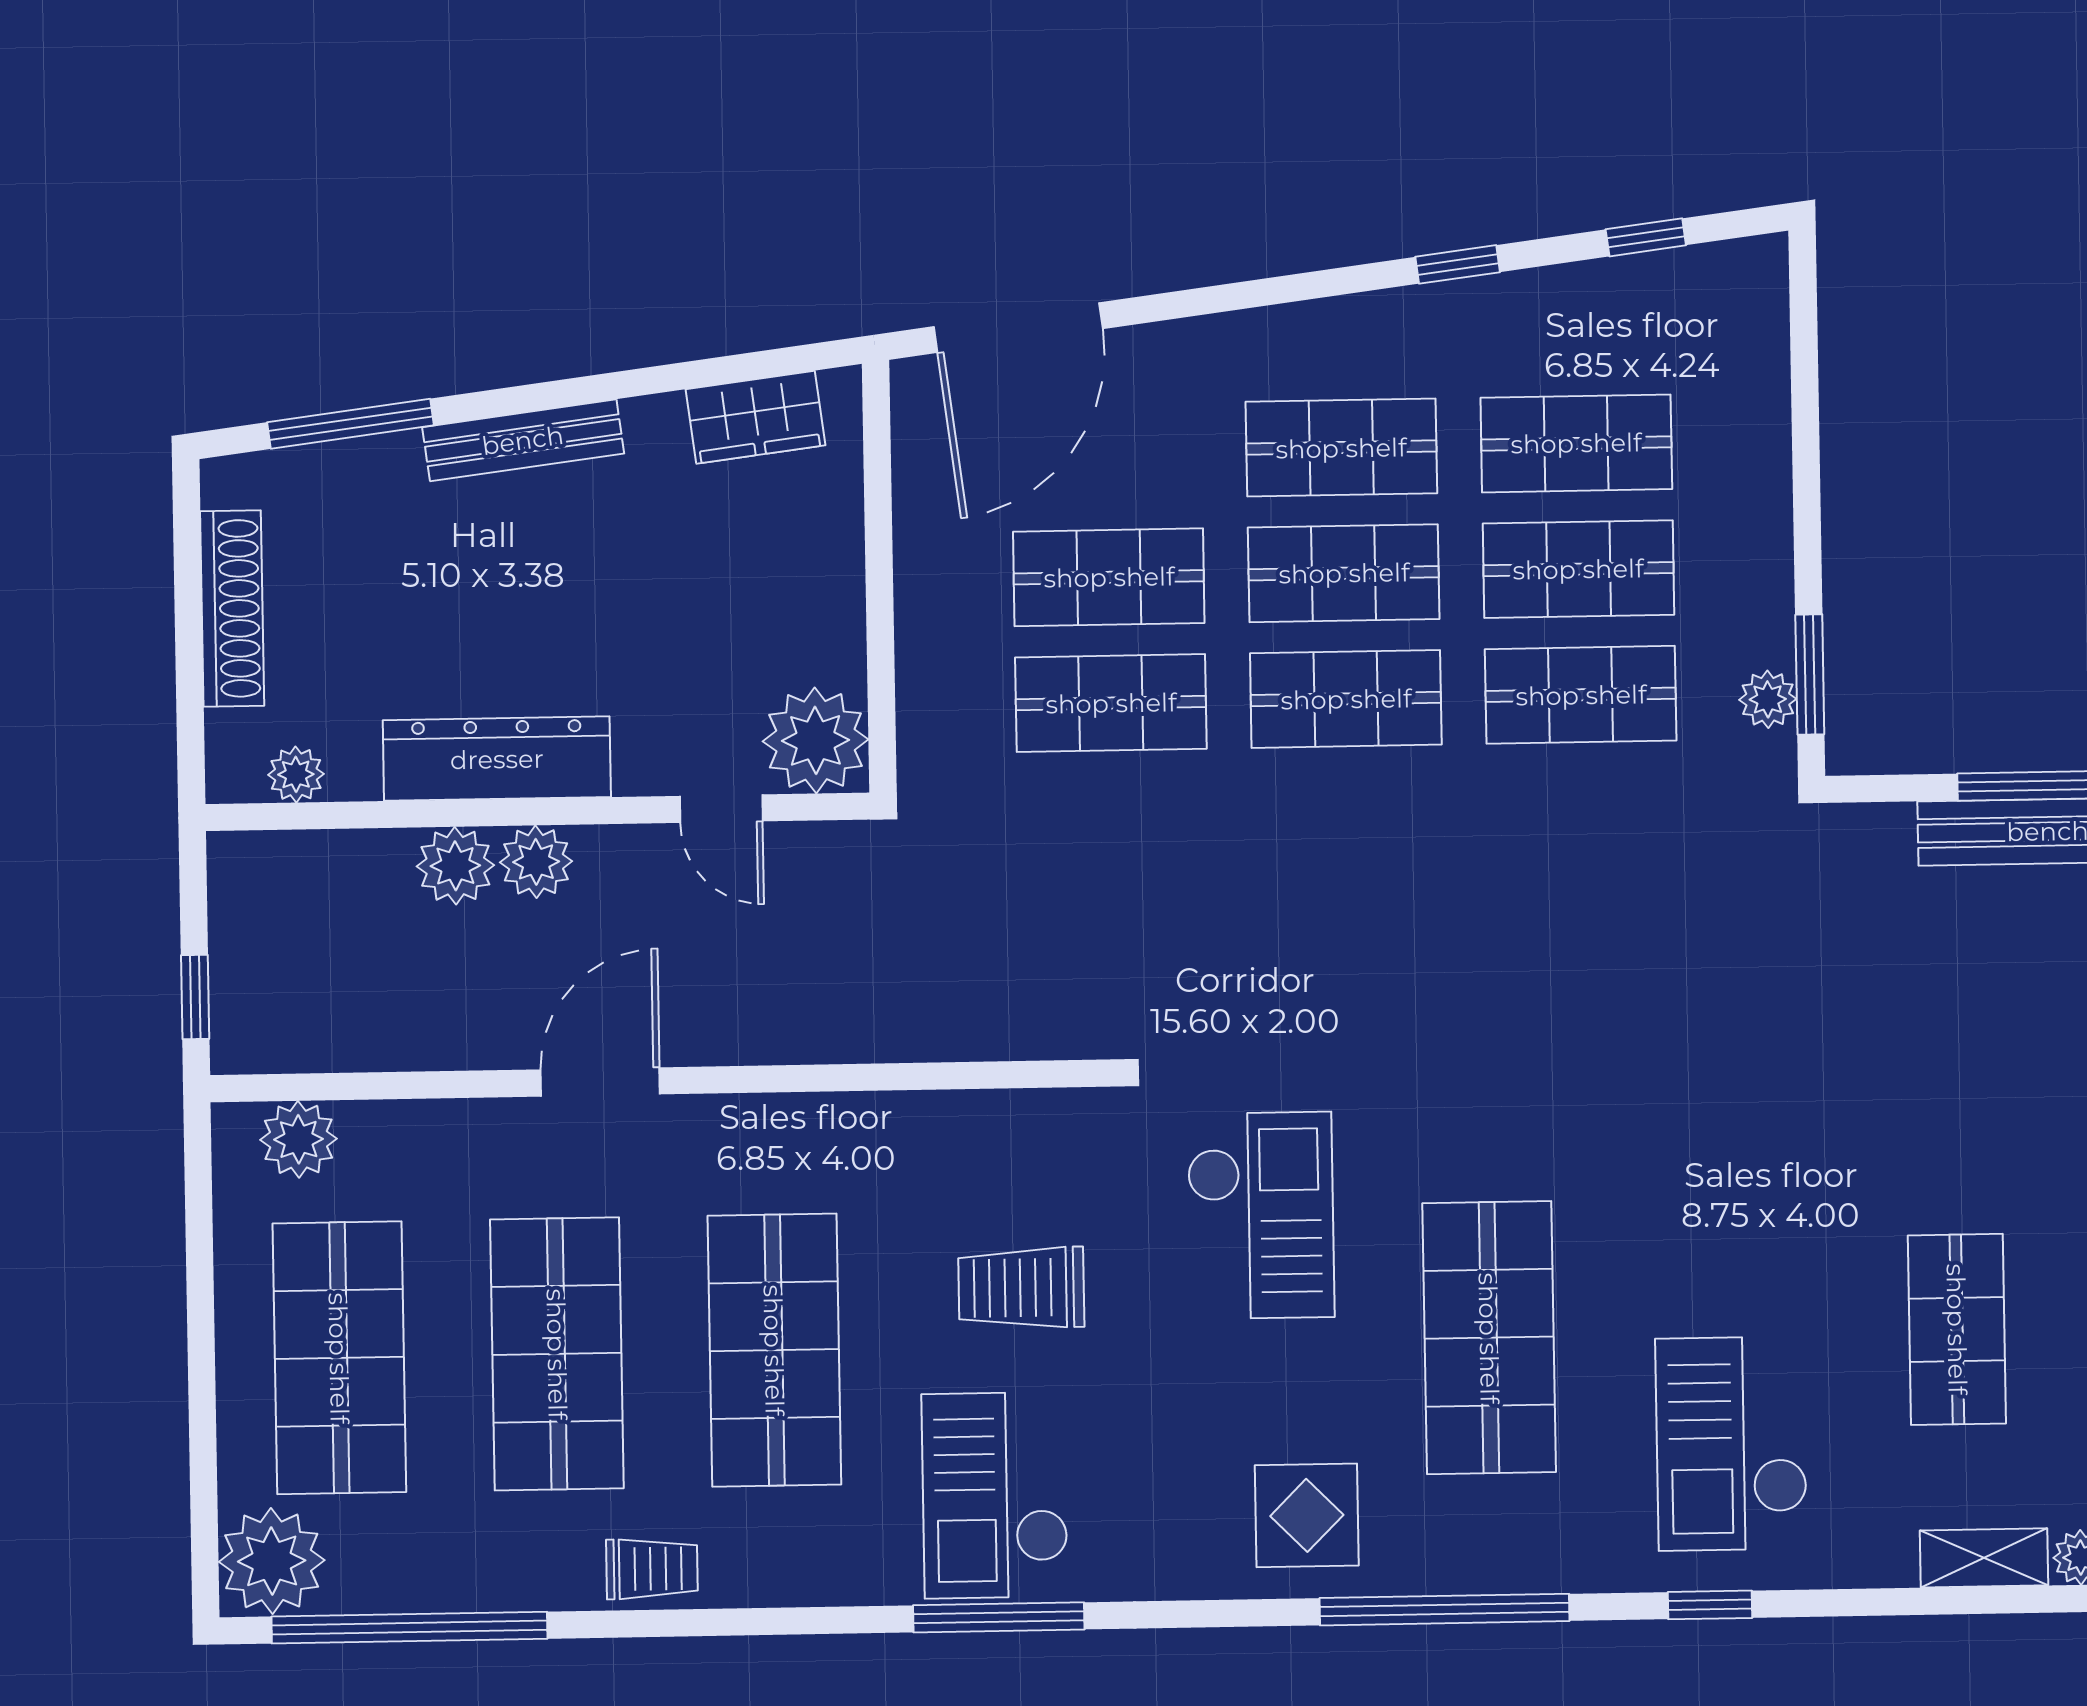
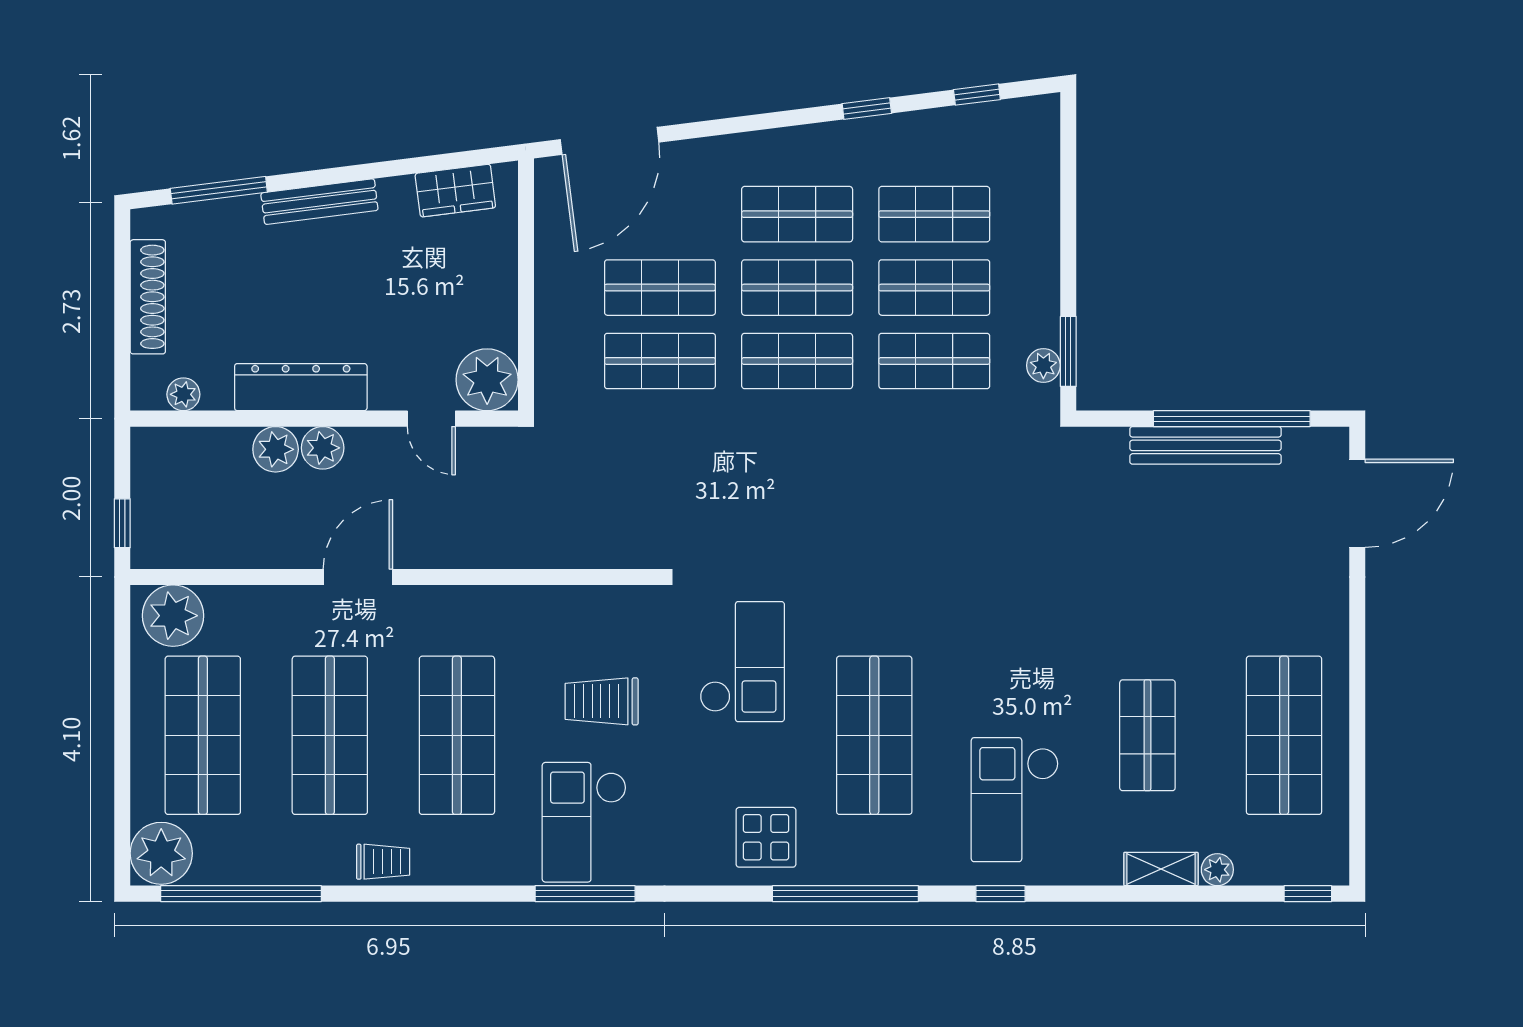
plant: (299, 1139) -> (173, 616), width x1.36, depth x1.36

